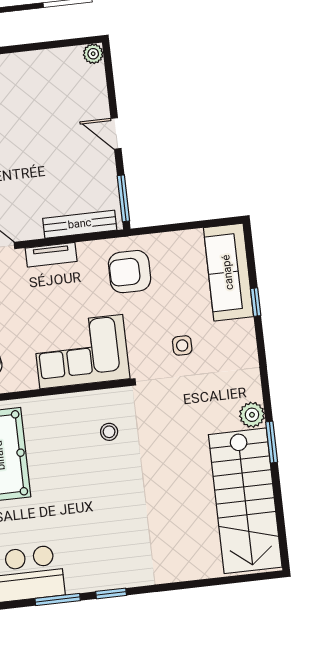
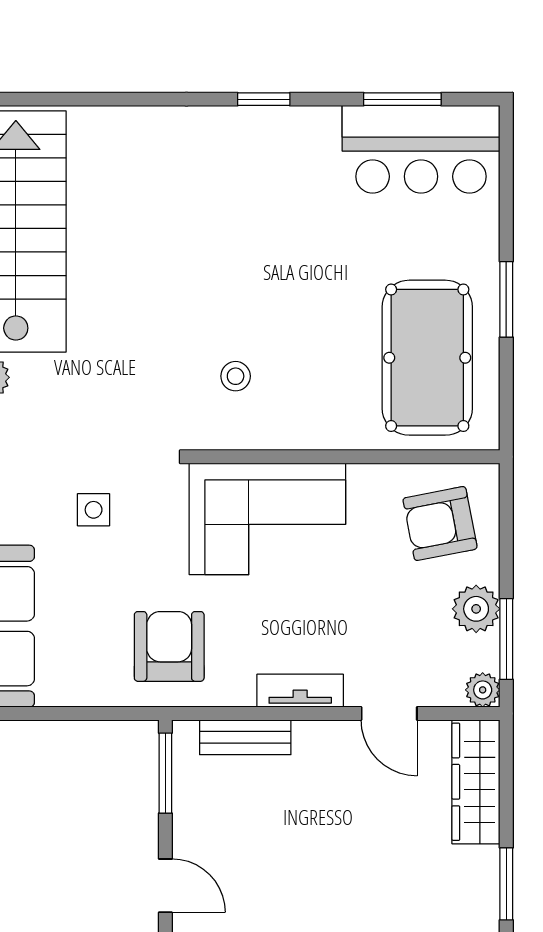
bench: (80, 224) -> (245, 737), width x0.73
armchair: (130, 272) -> (169, 646), turned -90
window: (58, 599) -> (402, 99), moved

